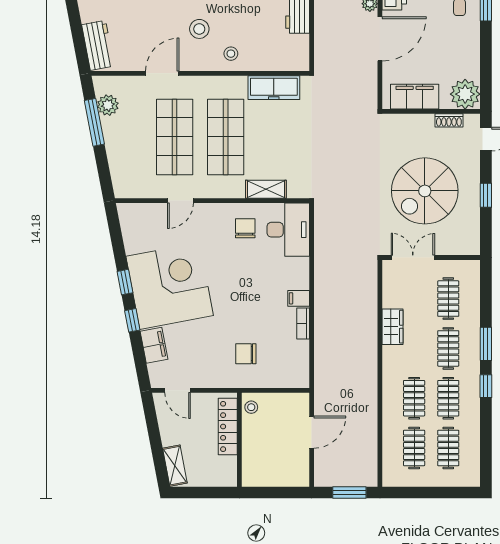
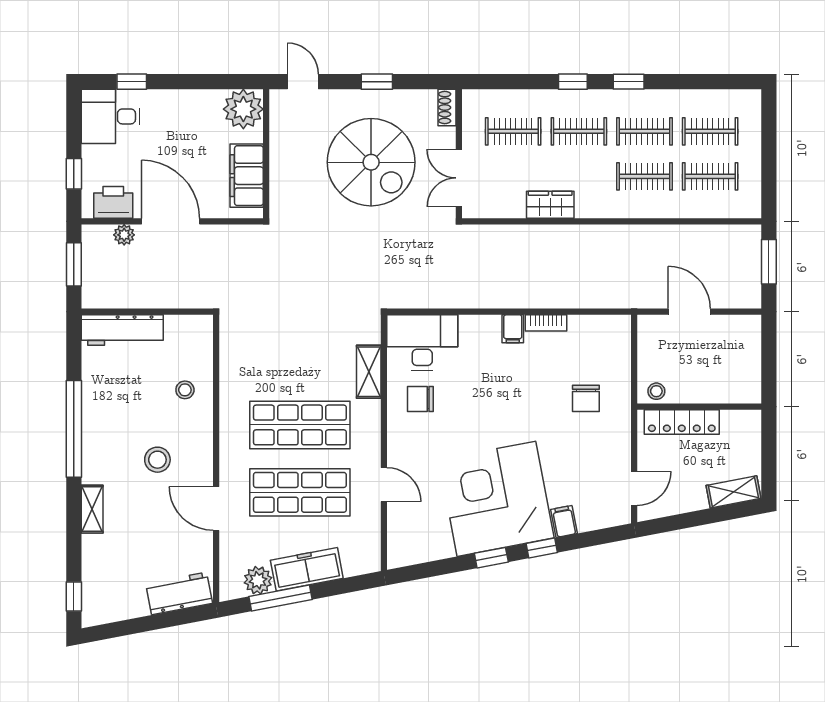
stool: (231, 54) -> (185, 390), moved
freezer: (274, 88) -> (307, 569), moved, turned -101
shoe rack: (449, 120) -> (447, 107), moved, turned 180
window: (486, 344) -> (573, 82), width x0.67
filing cabinet: (154, 345) -> (564, 521), width x0.50

